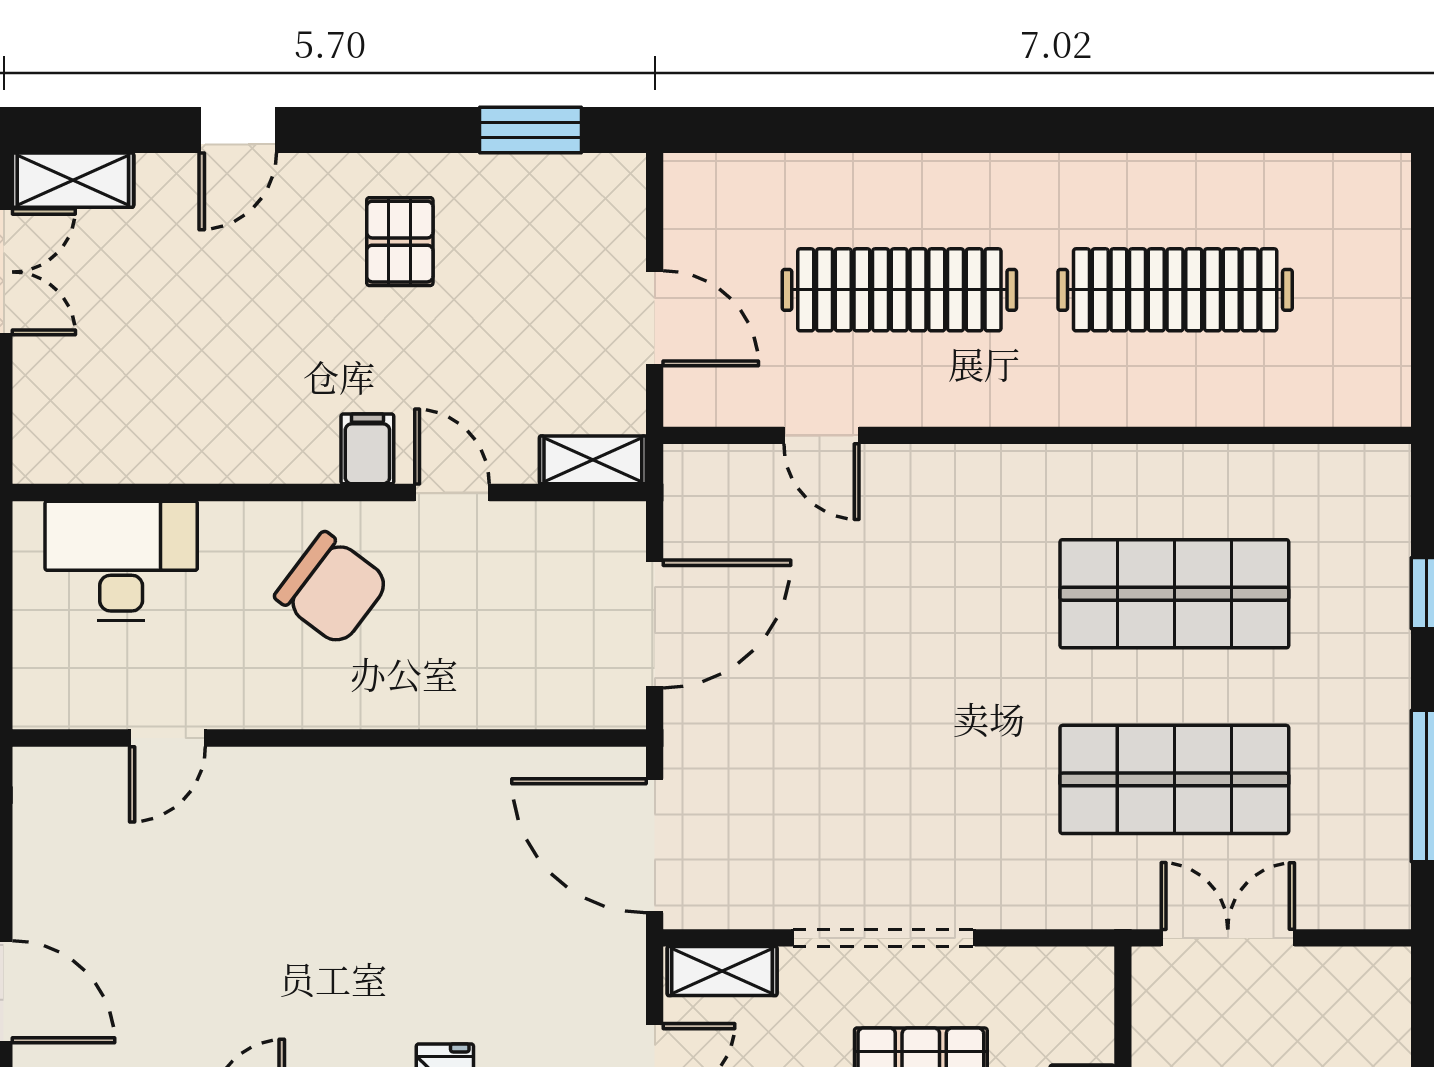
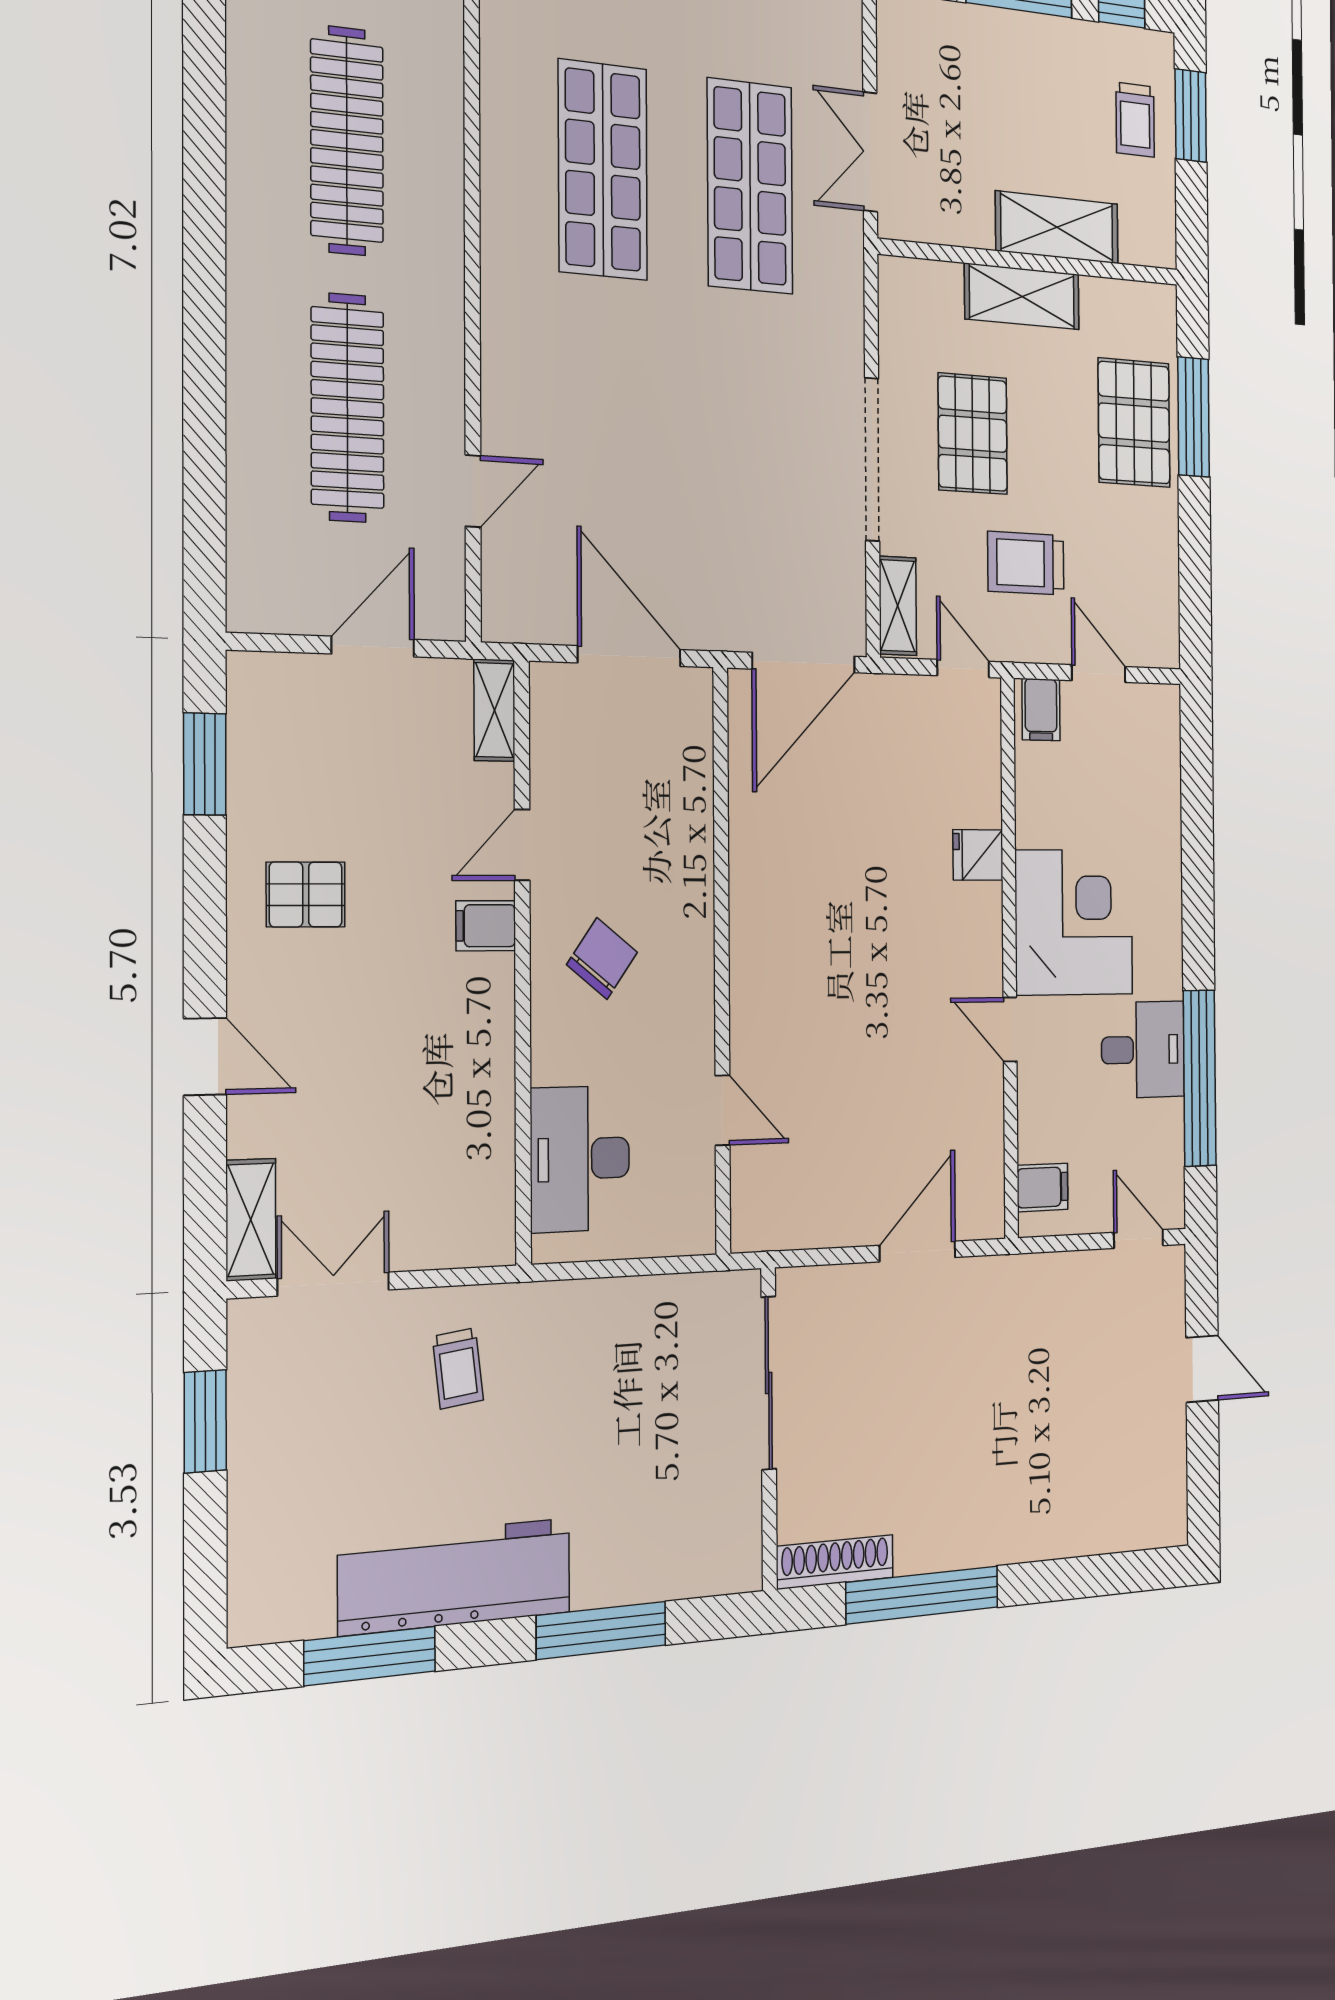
chair: (332, 589) -> (602, 959), width x0.73, depth x0.73

